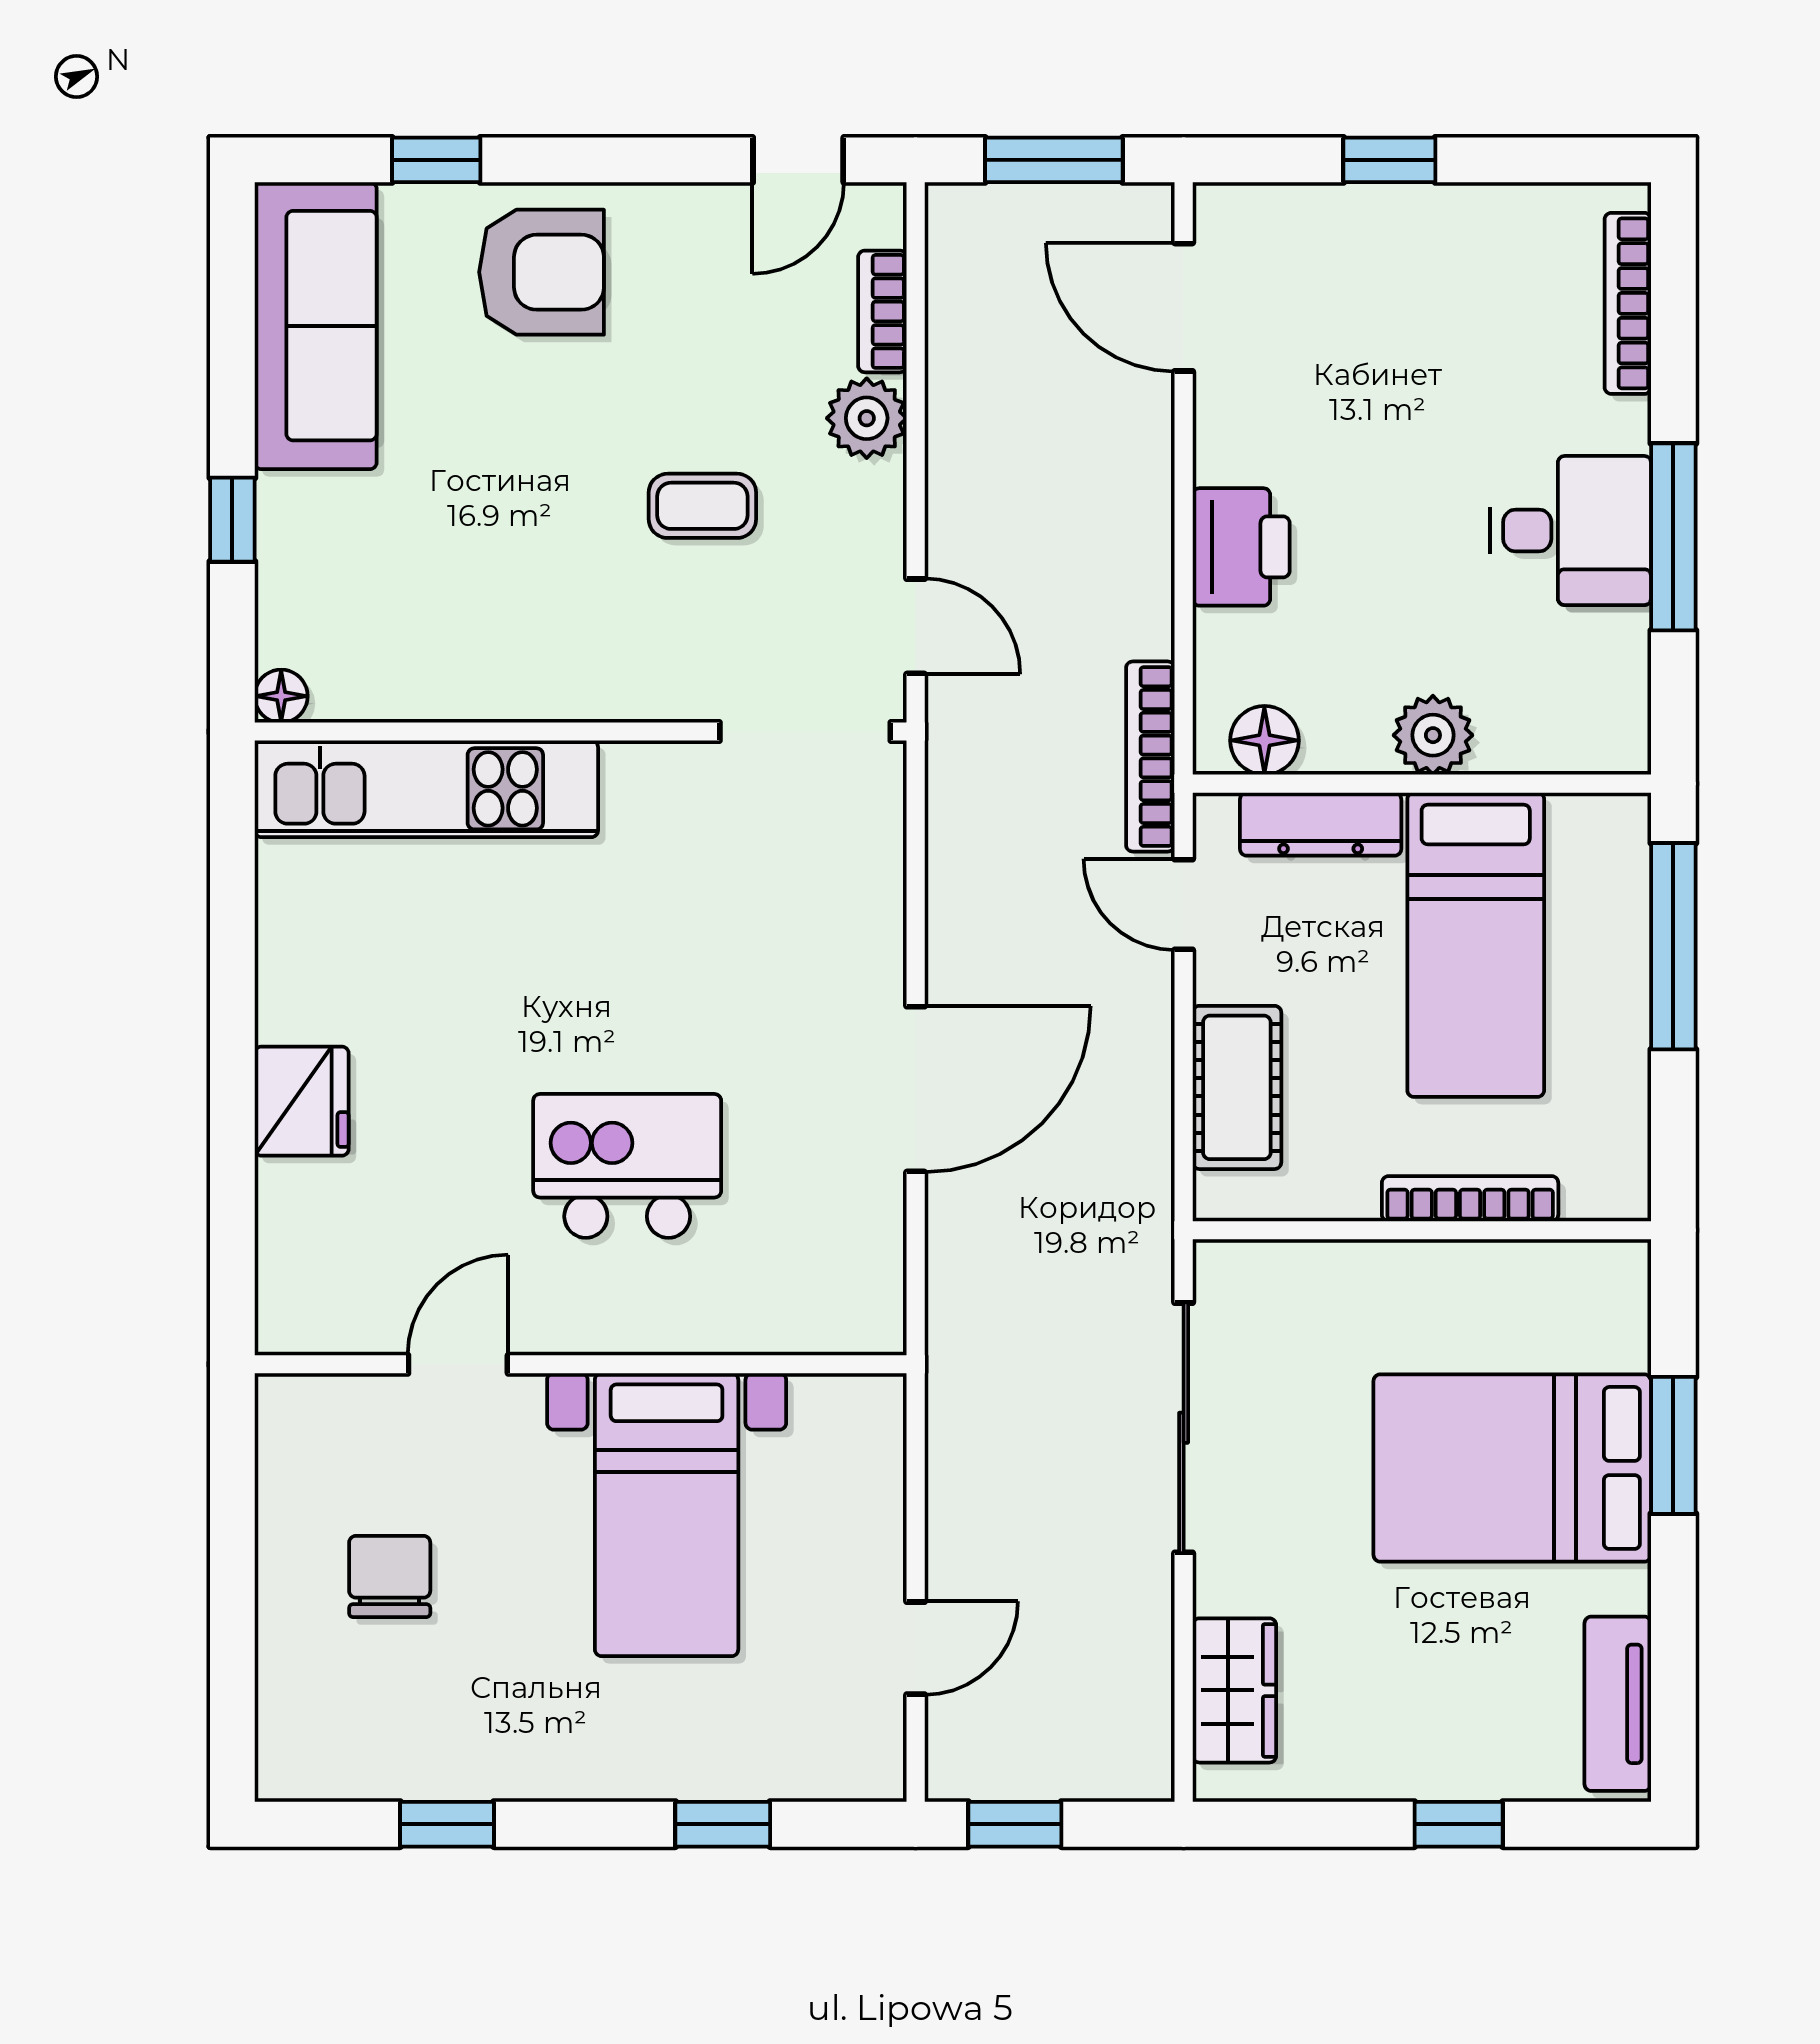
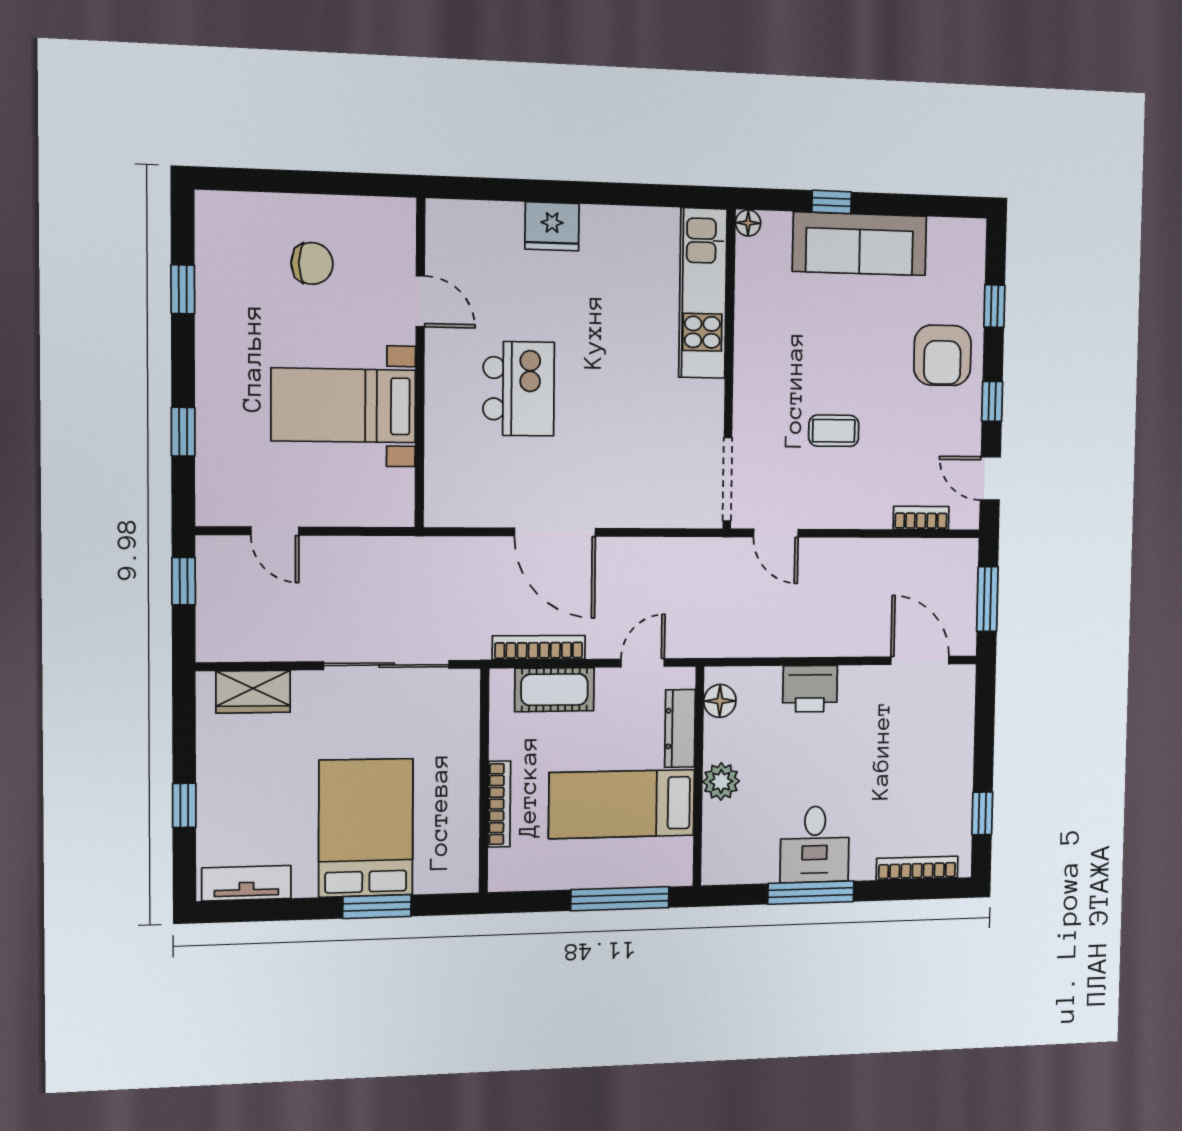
window: (636, 160) -> (992, 401), added
window: (1389, 160) -> (982, 813), moved
door: (1184, 307) -> (920, 660), hinge flipped
sofa: (316, 326) -> (860, 244), moved
plant: (867, 418) -> (873, 510), removed
coffee table: (702, 506) -> (834, 431), turned 90
door: (916, 626) -> (776, 533), hinge flipped
bookcase: (1150, 757) -> (539, 647), moved

